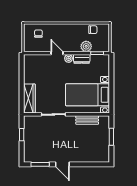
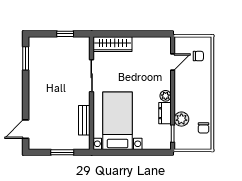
door: (57, 53) -> (173, 62), moved
door: (62, 164) -> (26, 129), moved

